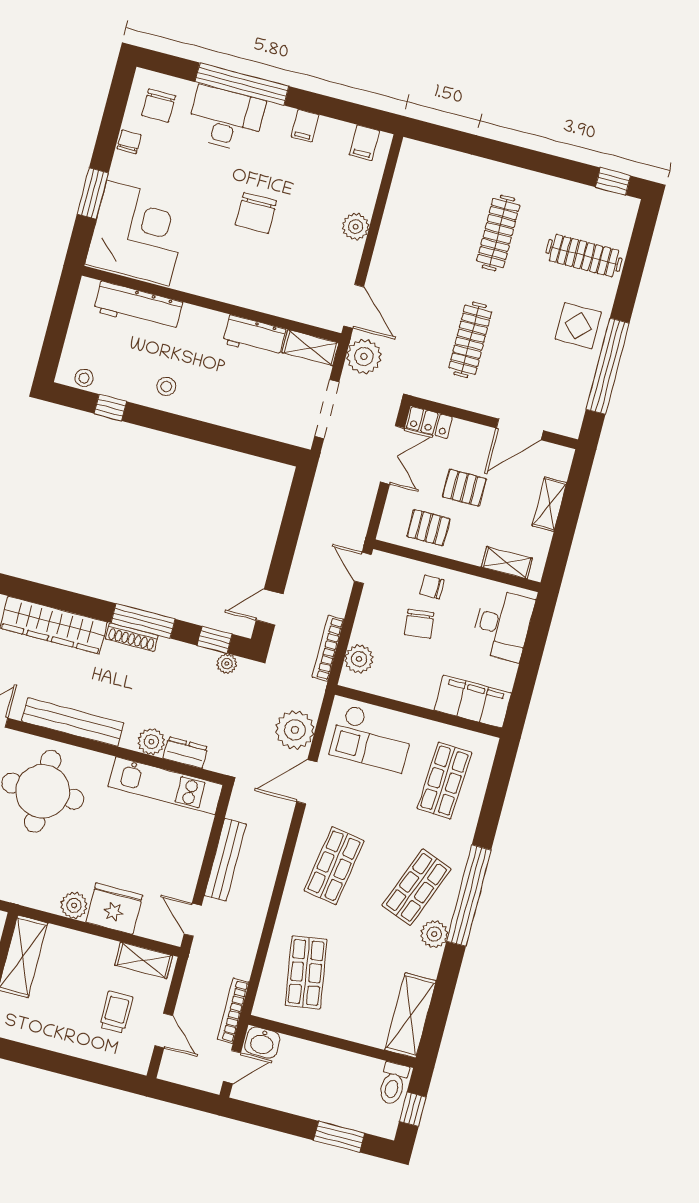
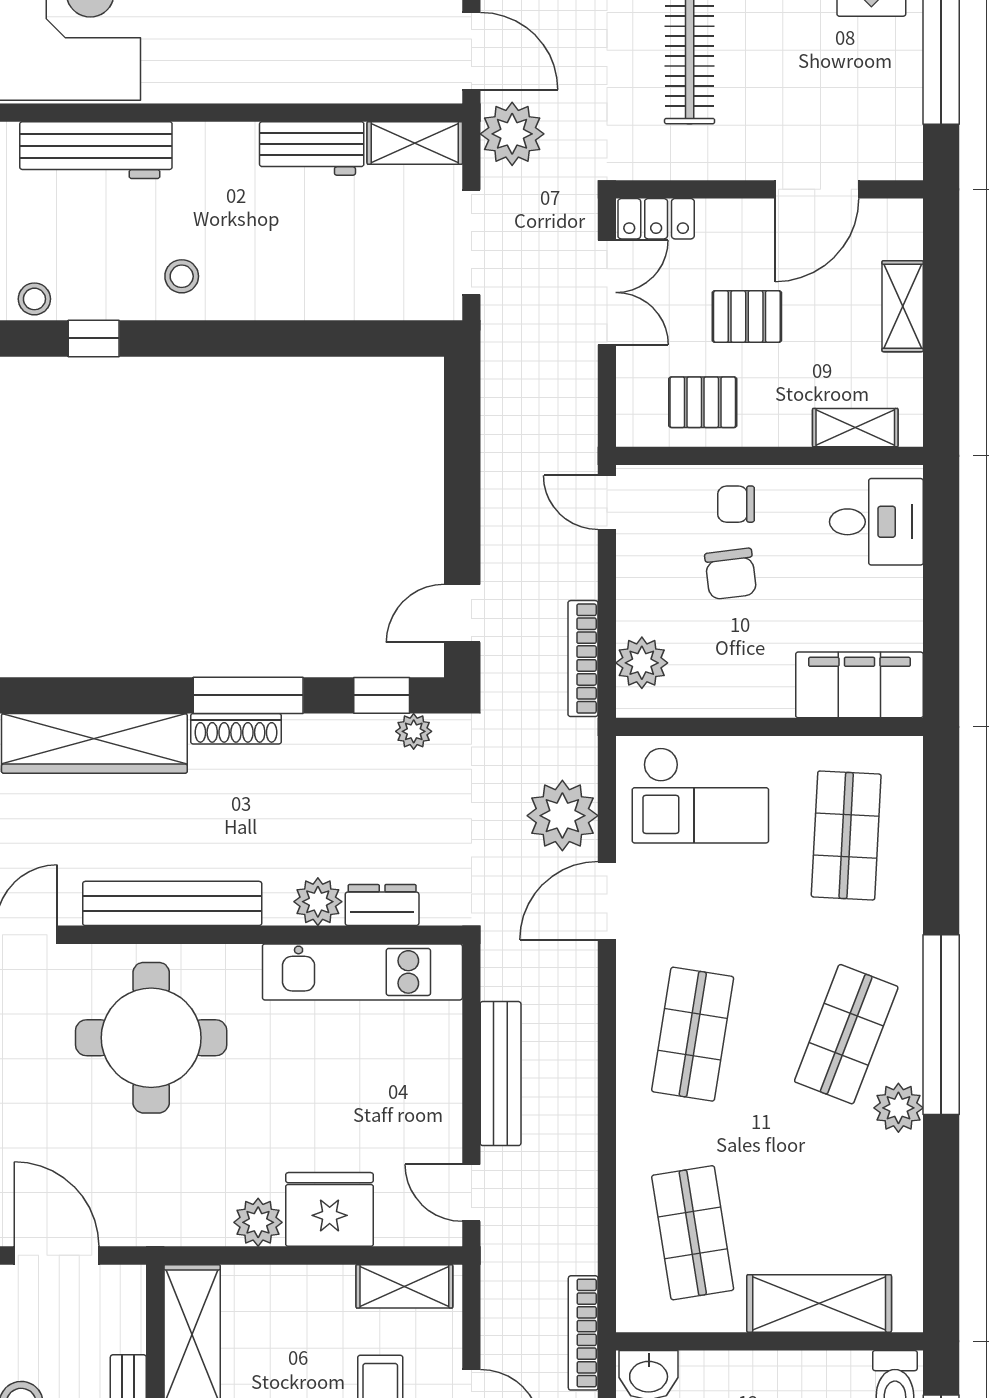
desk: (503, 625) -> (876, 522), width x0.73
shelving: (410, 1015) -> (819, 1303), moved, turned 90

